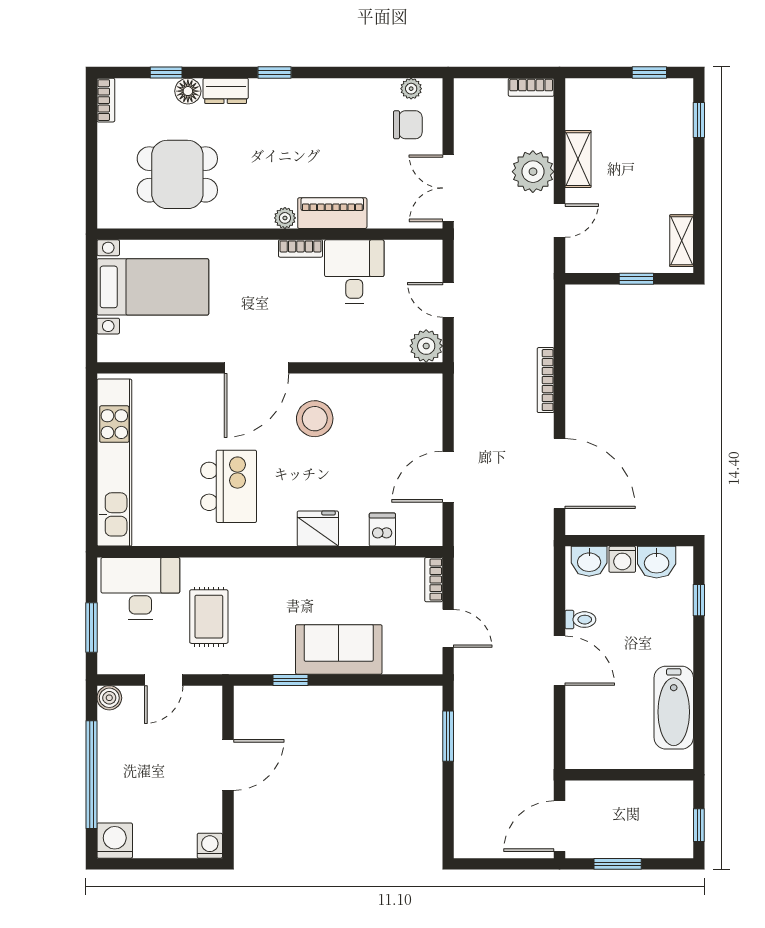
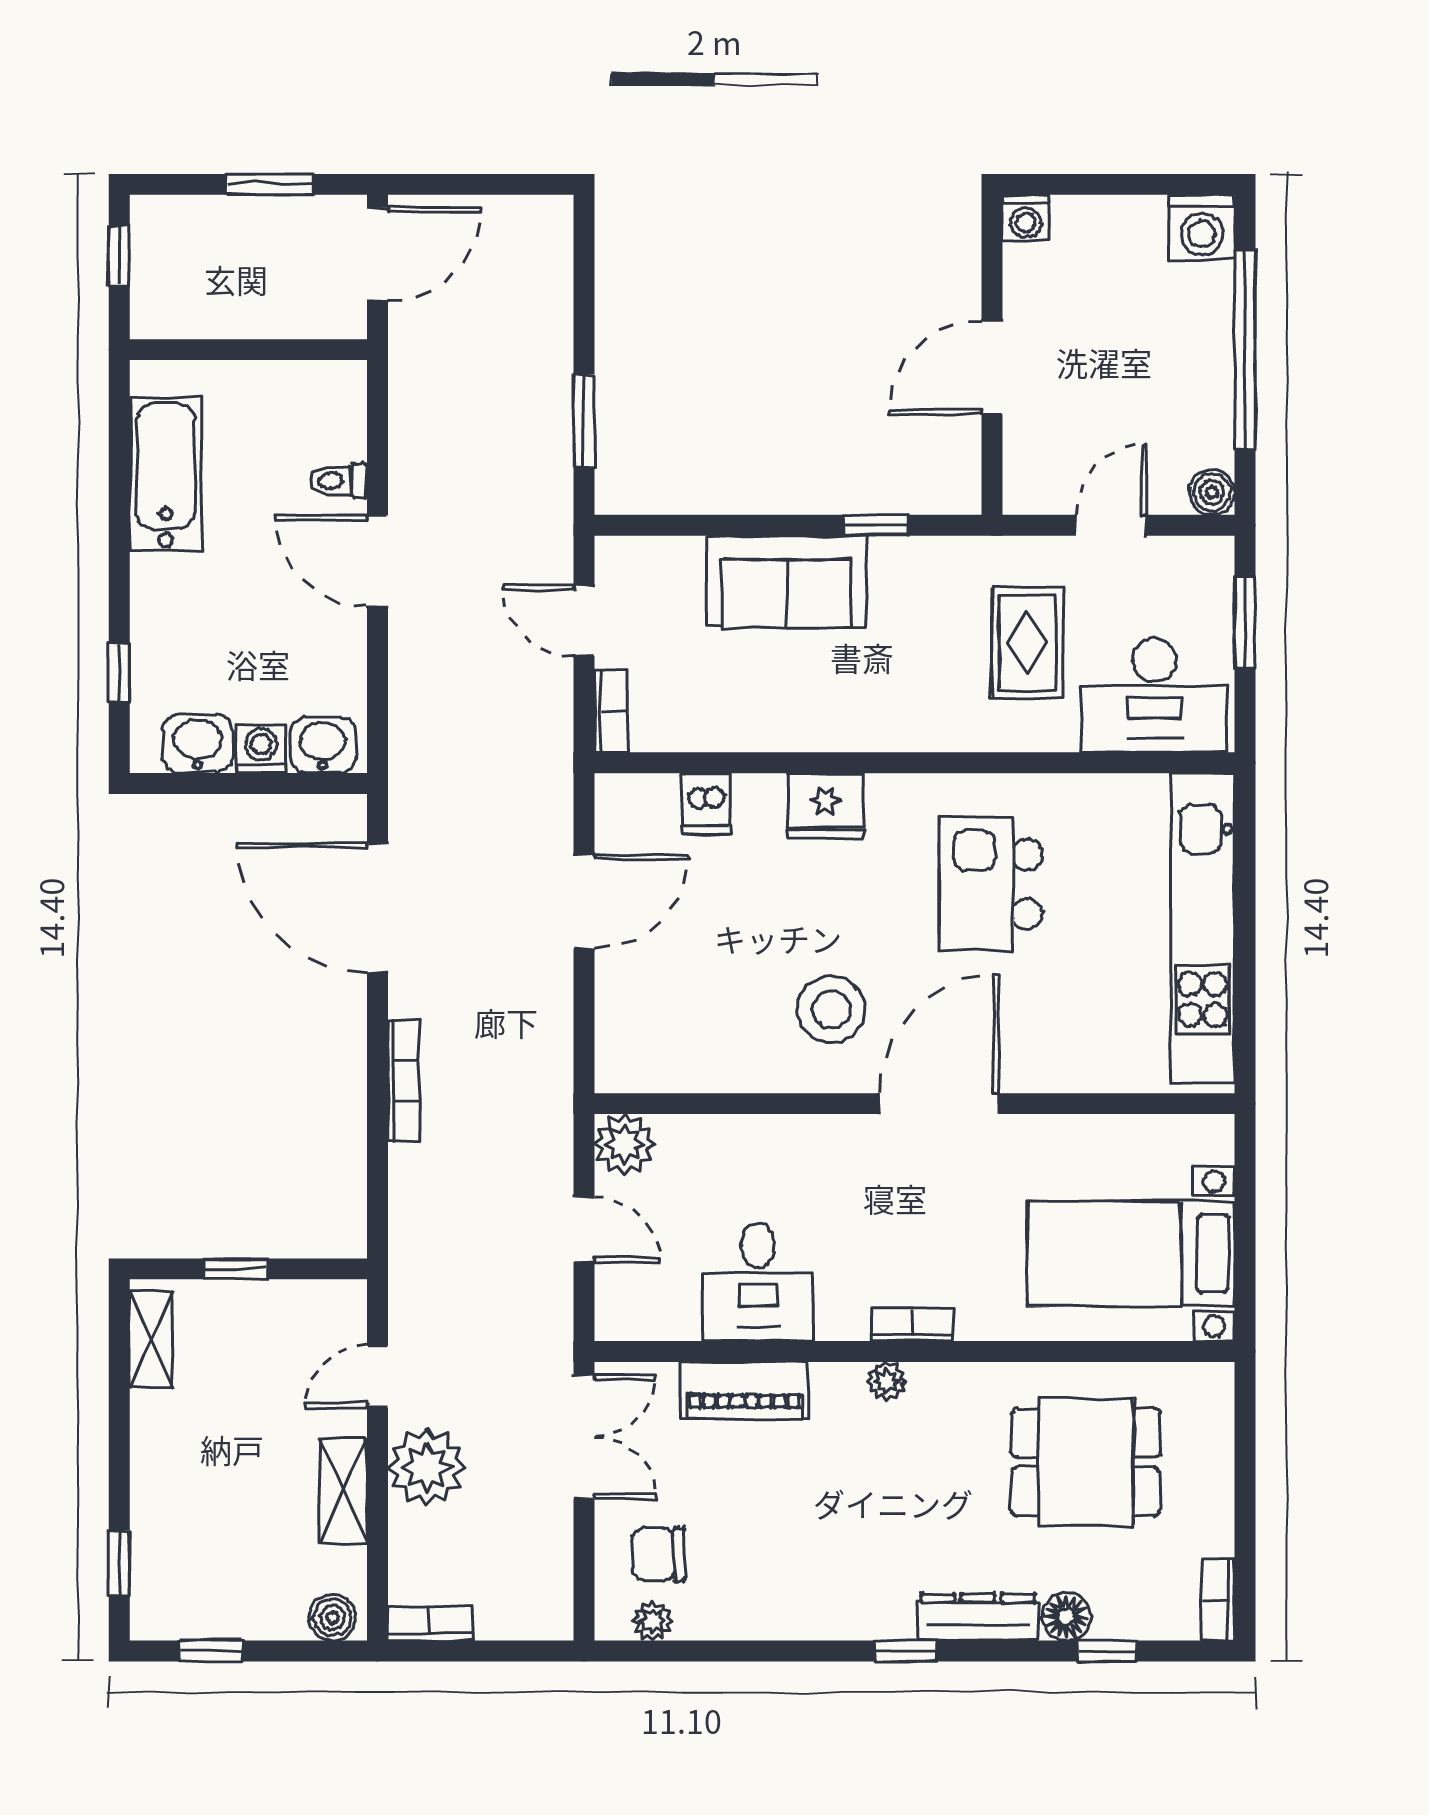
dresser: (226, 91) -> (978, 1617), width x1.44
boiler: (584, 91) -> (332, 1618), added
piano: (332, 213) -> (744, 1390), moved
bookcase: (301, 249) -> (912, 1325), moved
toilet: (580, 620) -> (339, 480), moved

